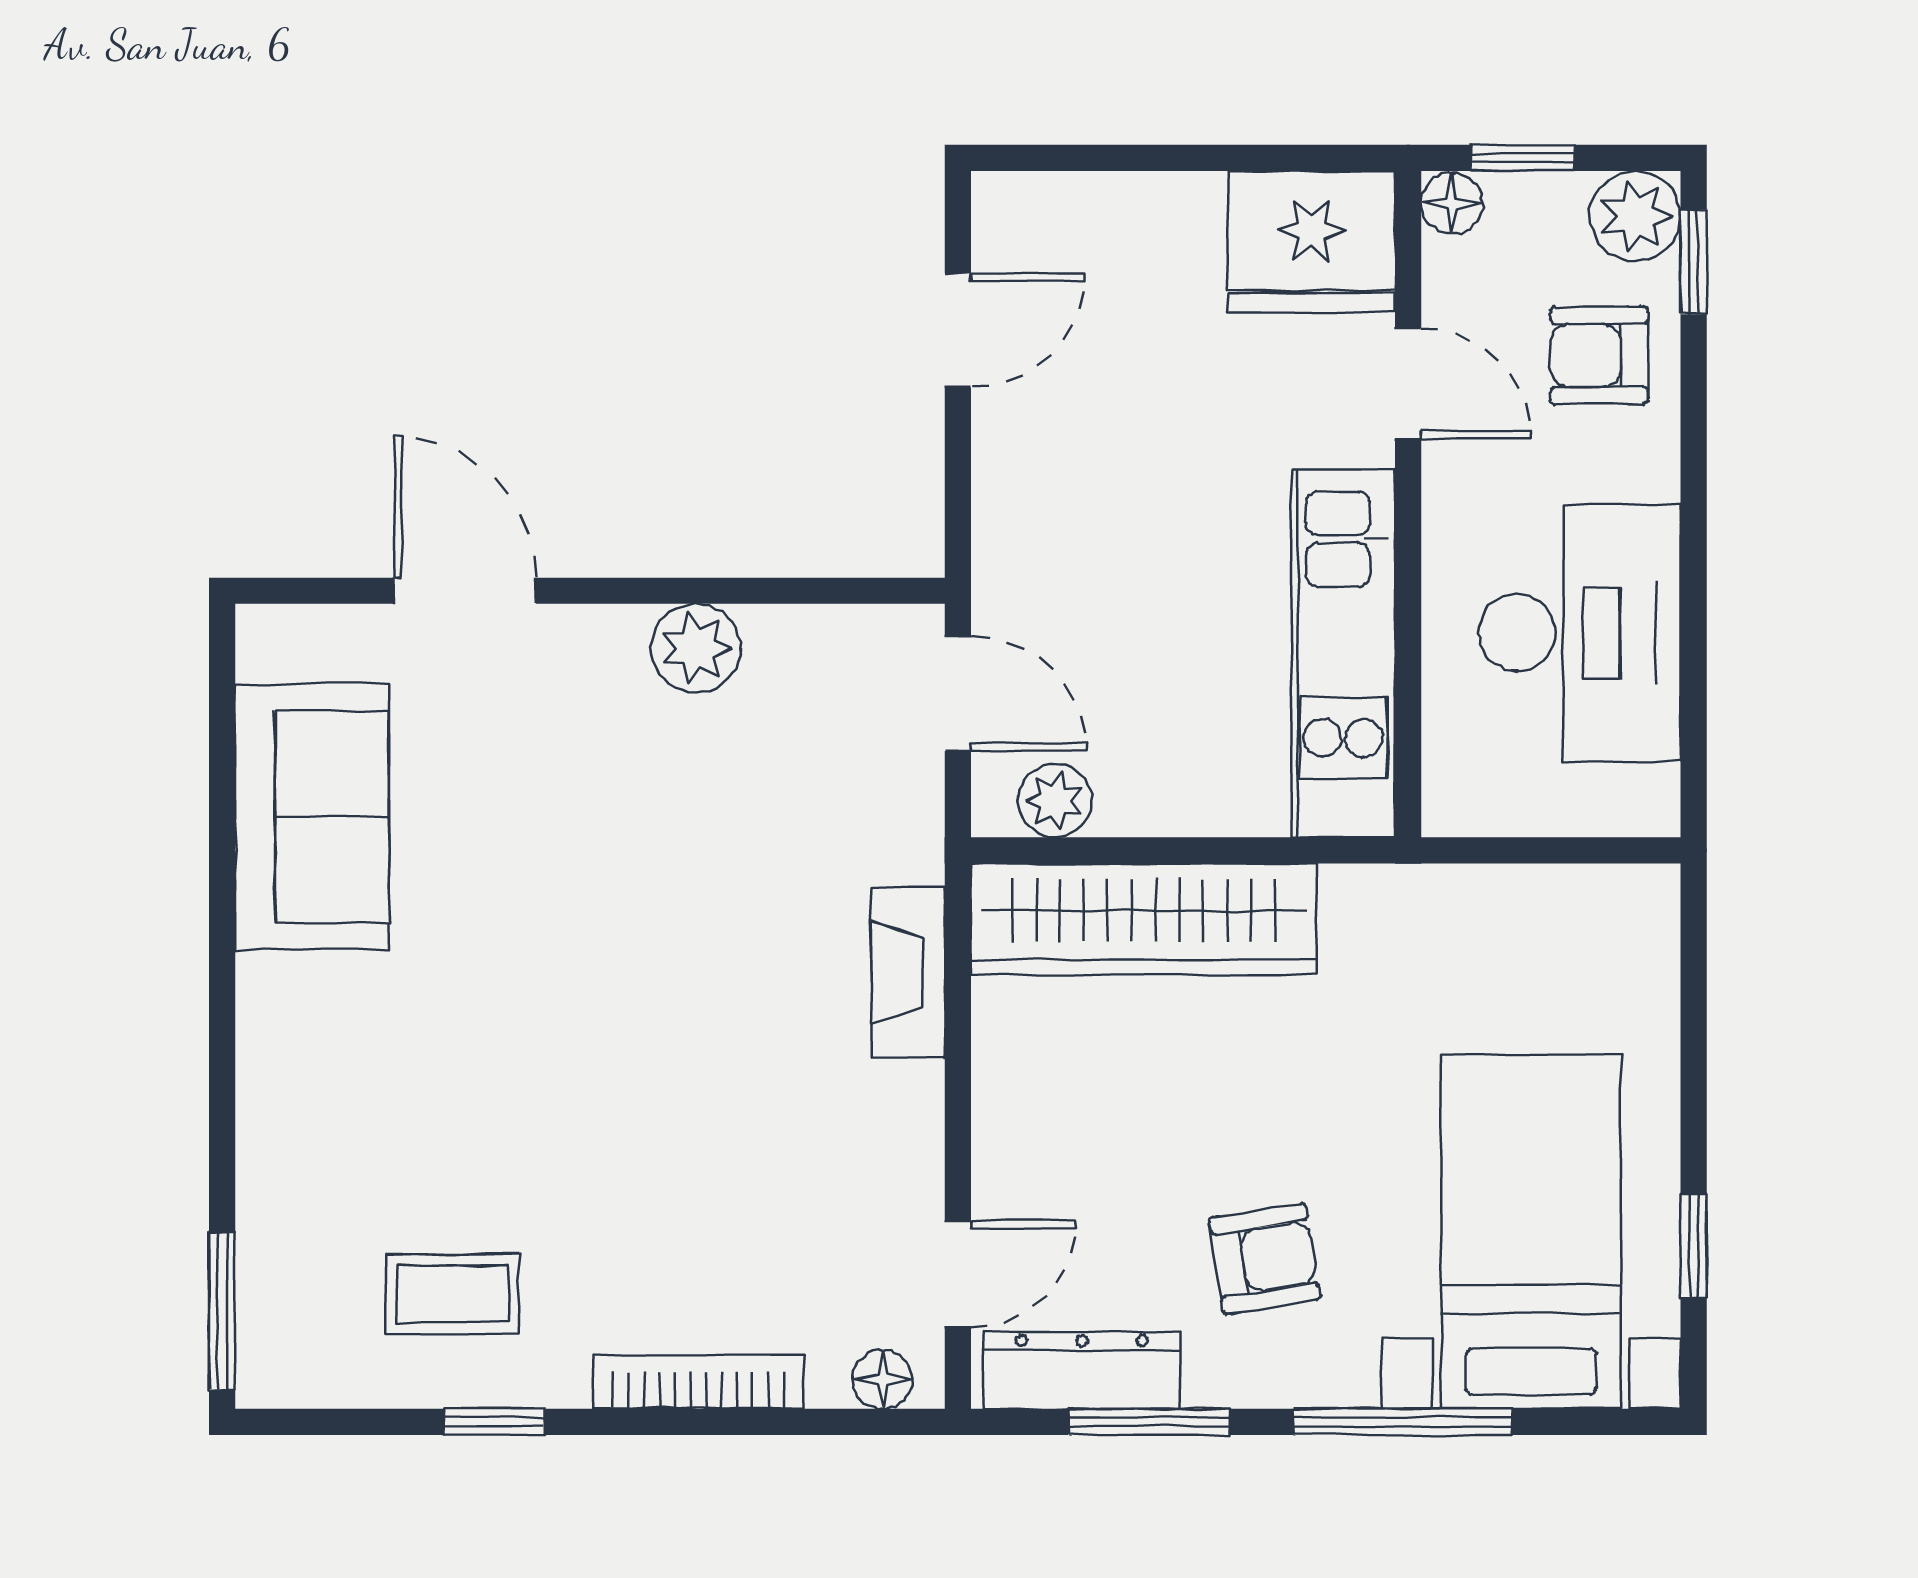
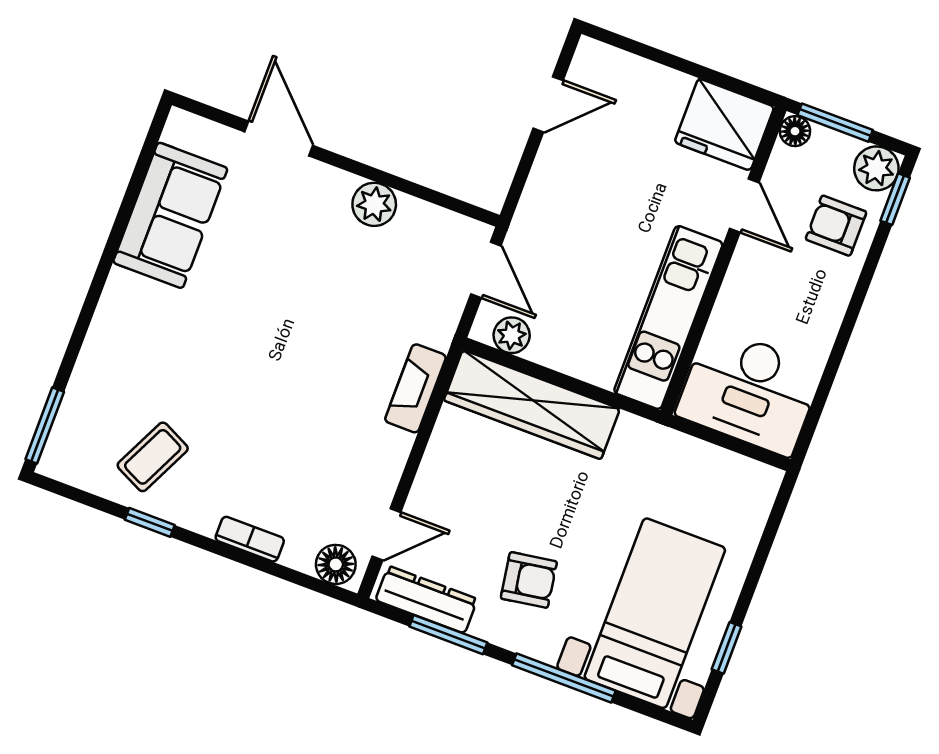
window: (1523, 158) -> (835, 123), width x1.50
desk: (1580, 633) -> (749, 391), moved, turned 90
coffee table: (452, 1294) -> (153, 457), turned -64
floor lamp: (882, 1379) -> (336, 564), width x1.37, depth x1.37
bookcase: (698, 1382) -> (250, 539), width x0.64

